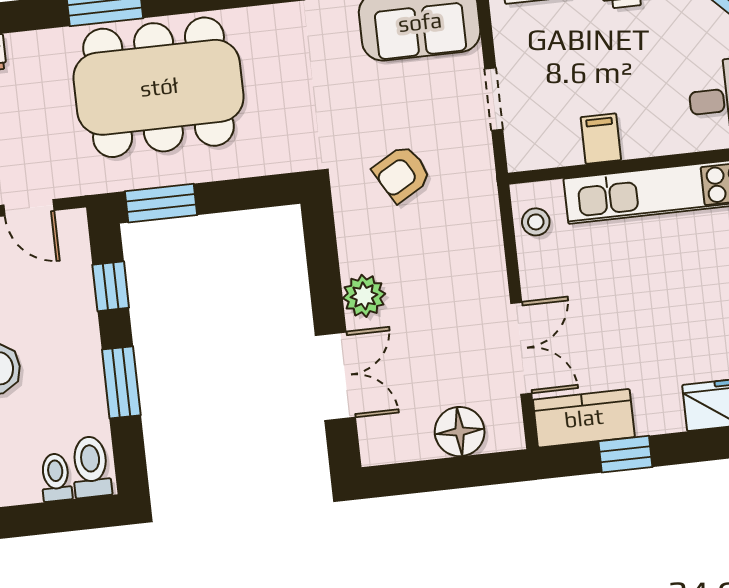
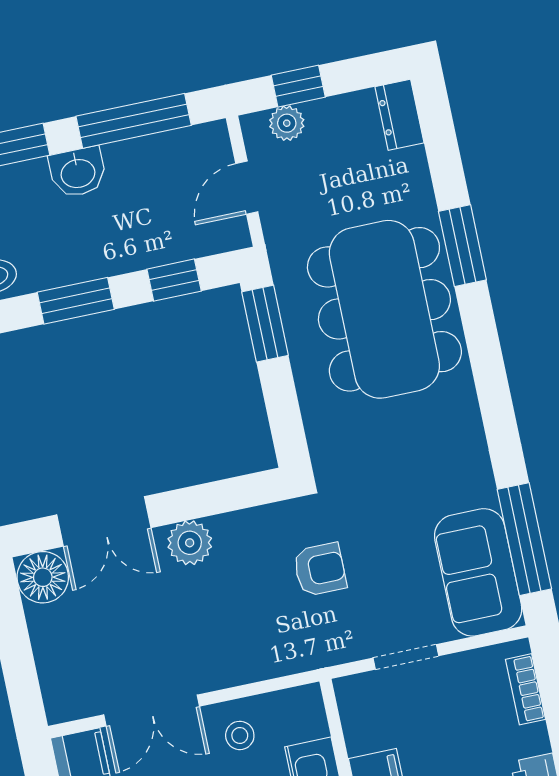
armchair: (402, 174) -> (320, 569), turned 120
stool: (536, 222) -> (240, 735), moved
floor lamp: (460, 432) -> (43, 577), moved

